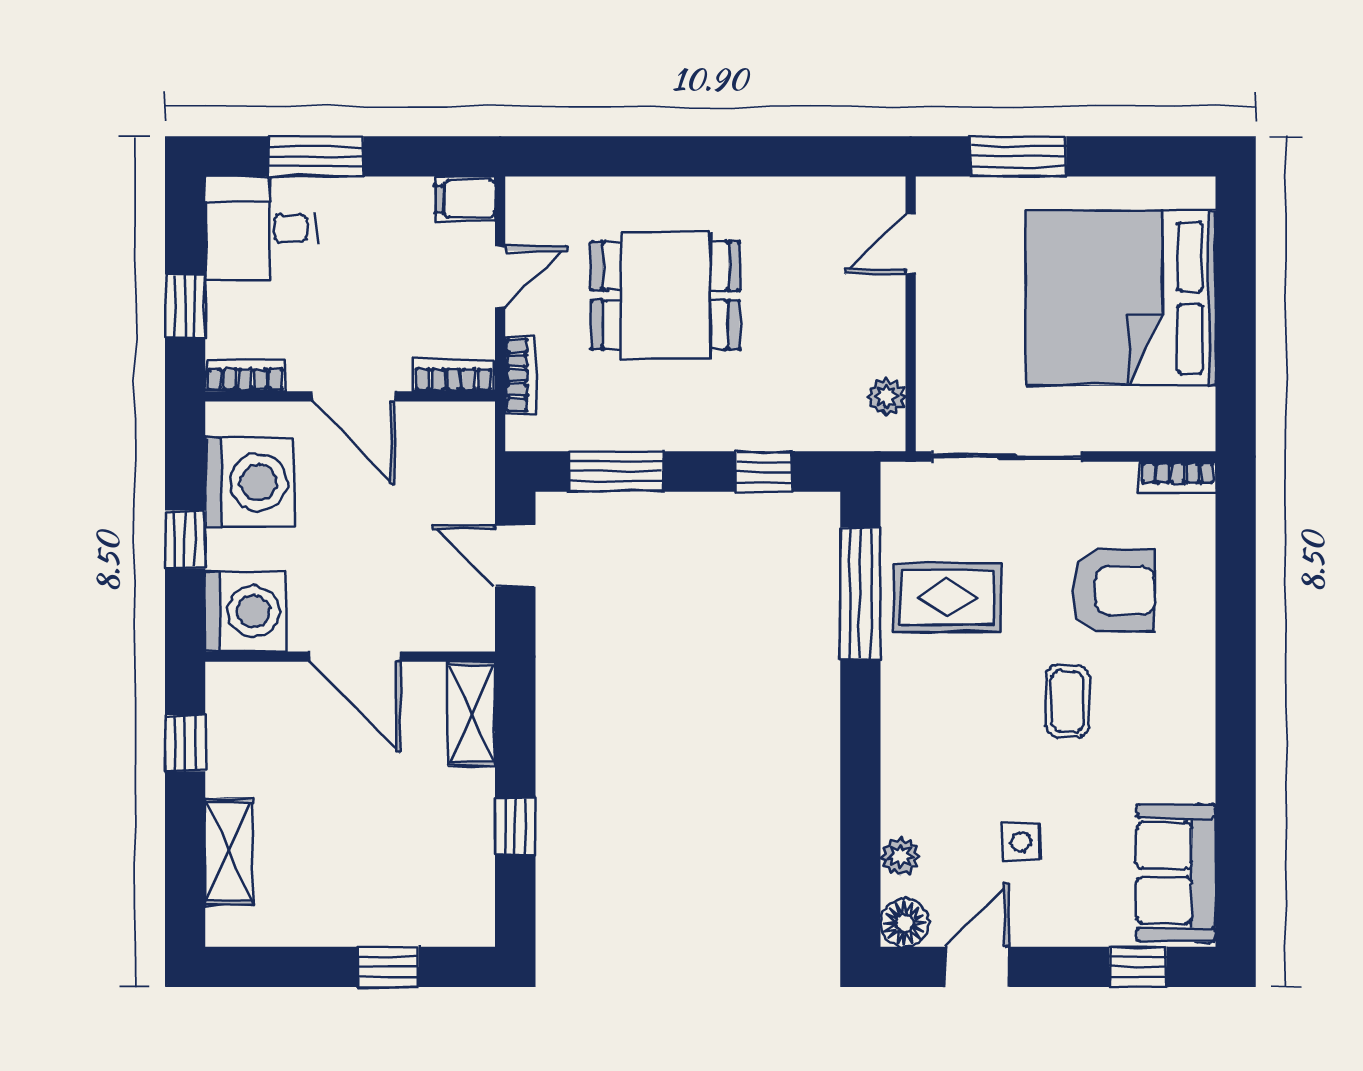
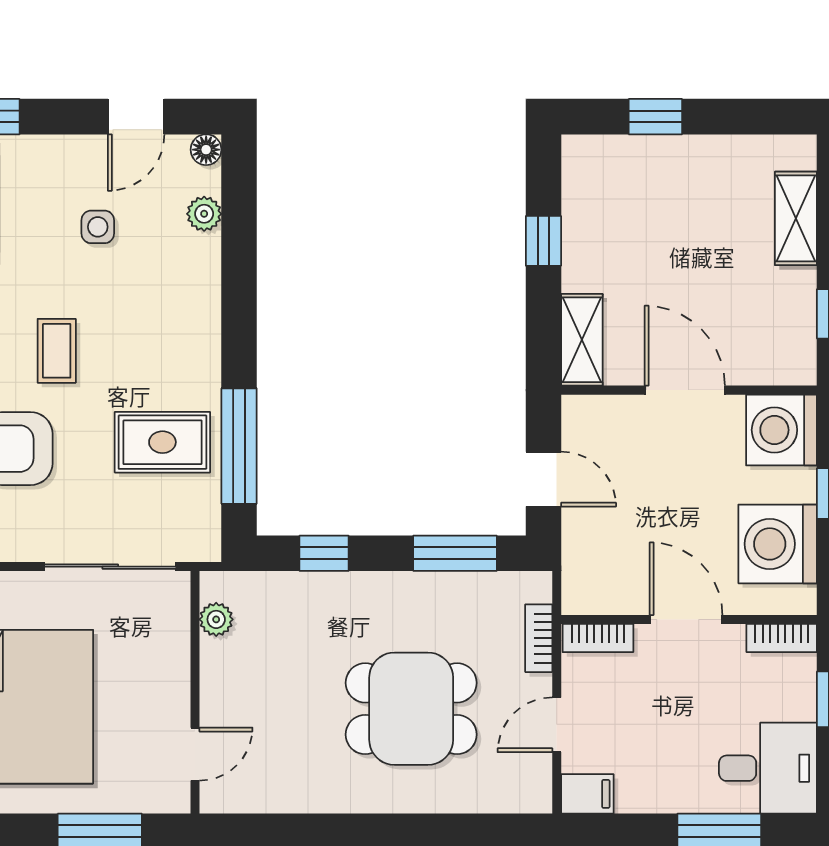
floor lamp: (904, 923) -> (206, 150), width x0.73, depth x0.73

